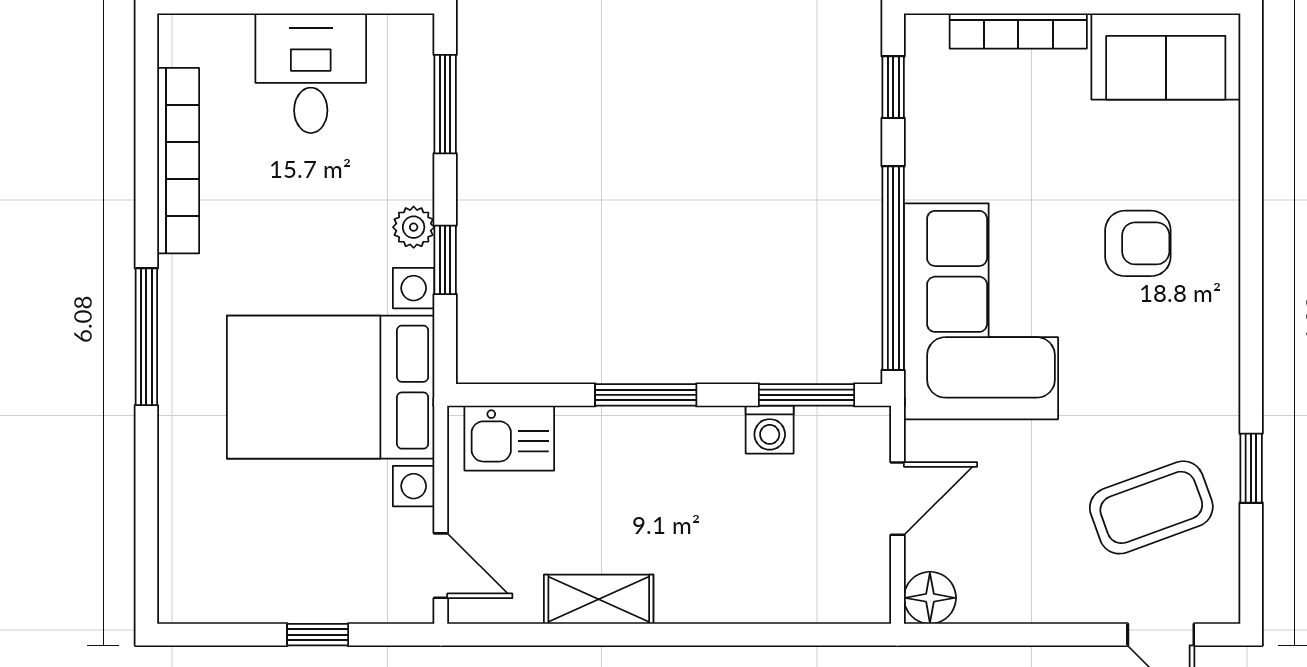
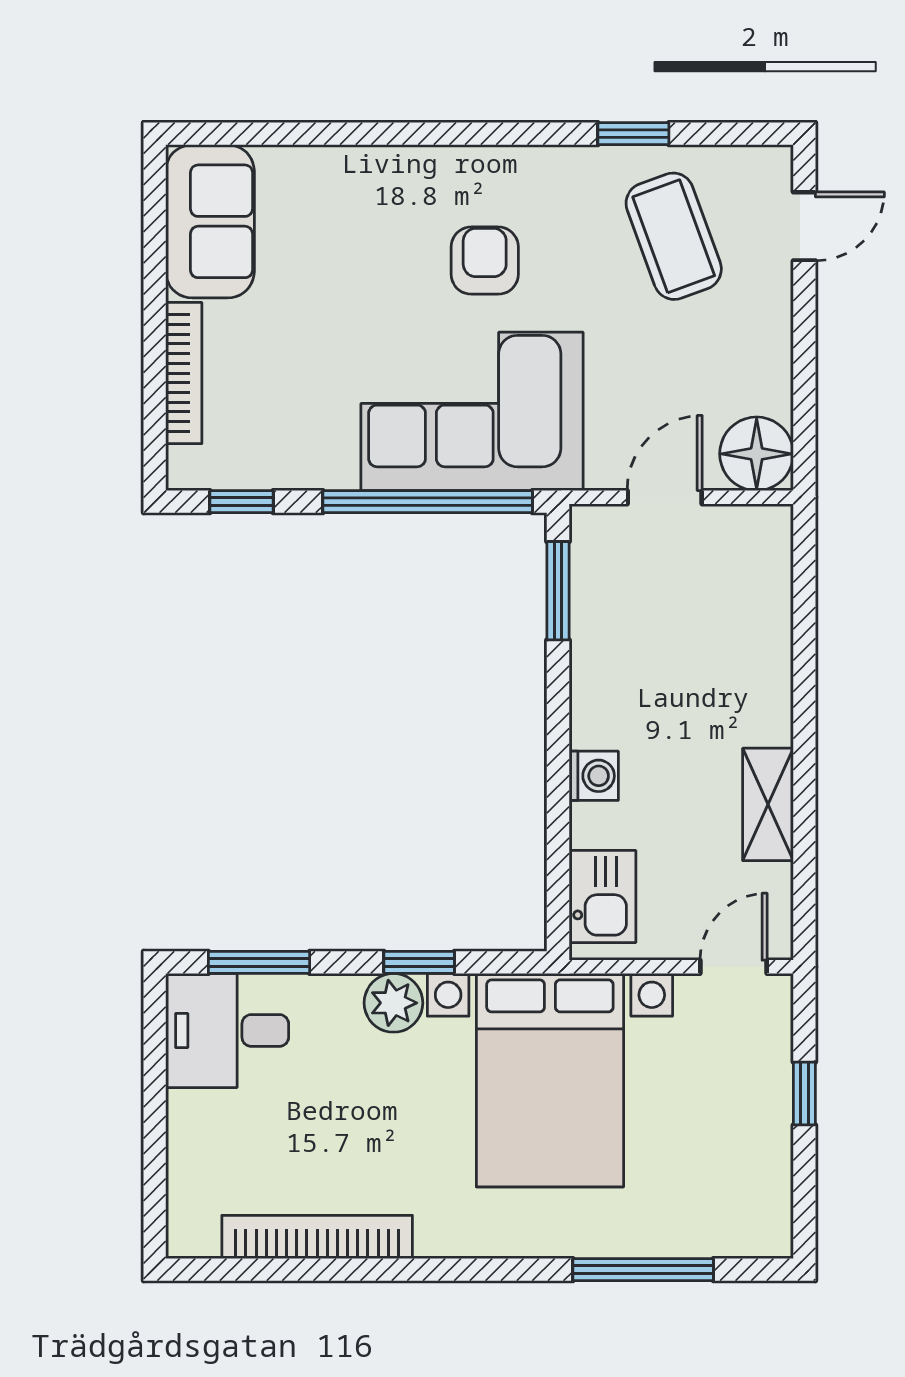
desk: (311, 73) -> (227, 1030), moved
plant: (414, 227) -> (393, 1003), width x1.38, depth x1.38
armchair: (1138, 243) -> (485, 261), moved
window: (146, 337) -> (643, 1270), moved
window: (646, 395) -> (558, 756), removed
washing machine: (770, 430) -> (594, 776), moved
door: (898, 499) -> (665, 497), hinge flipped
floor lamp: (930, 598) -> (757, 454), width x1.38, depth x1.38

